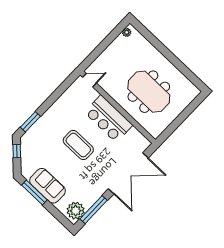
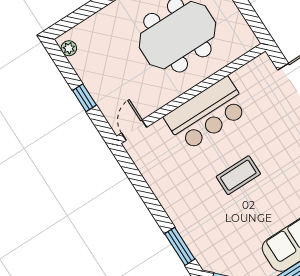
window: (101, 48) -> (84, 98), added
coffee table: (78, 145) -> (238, 175), width x0.73, depth x0.76

